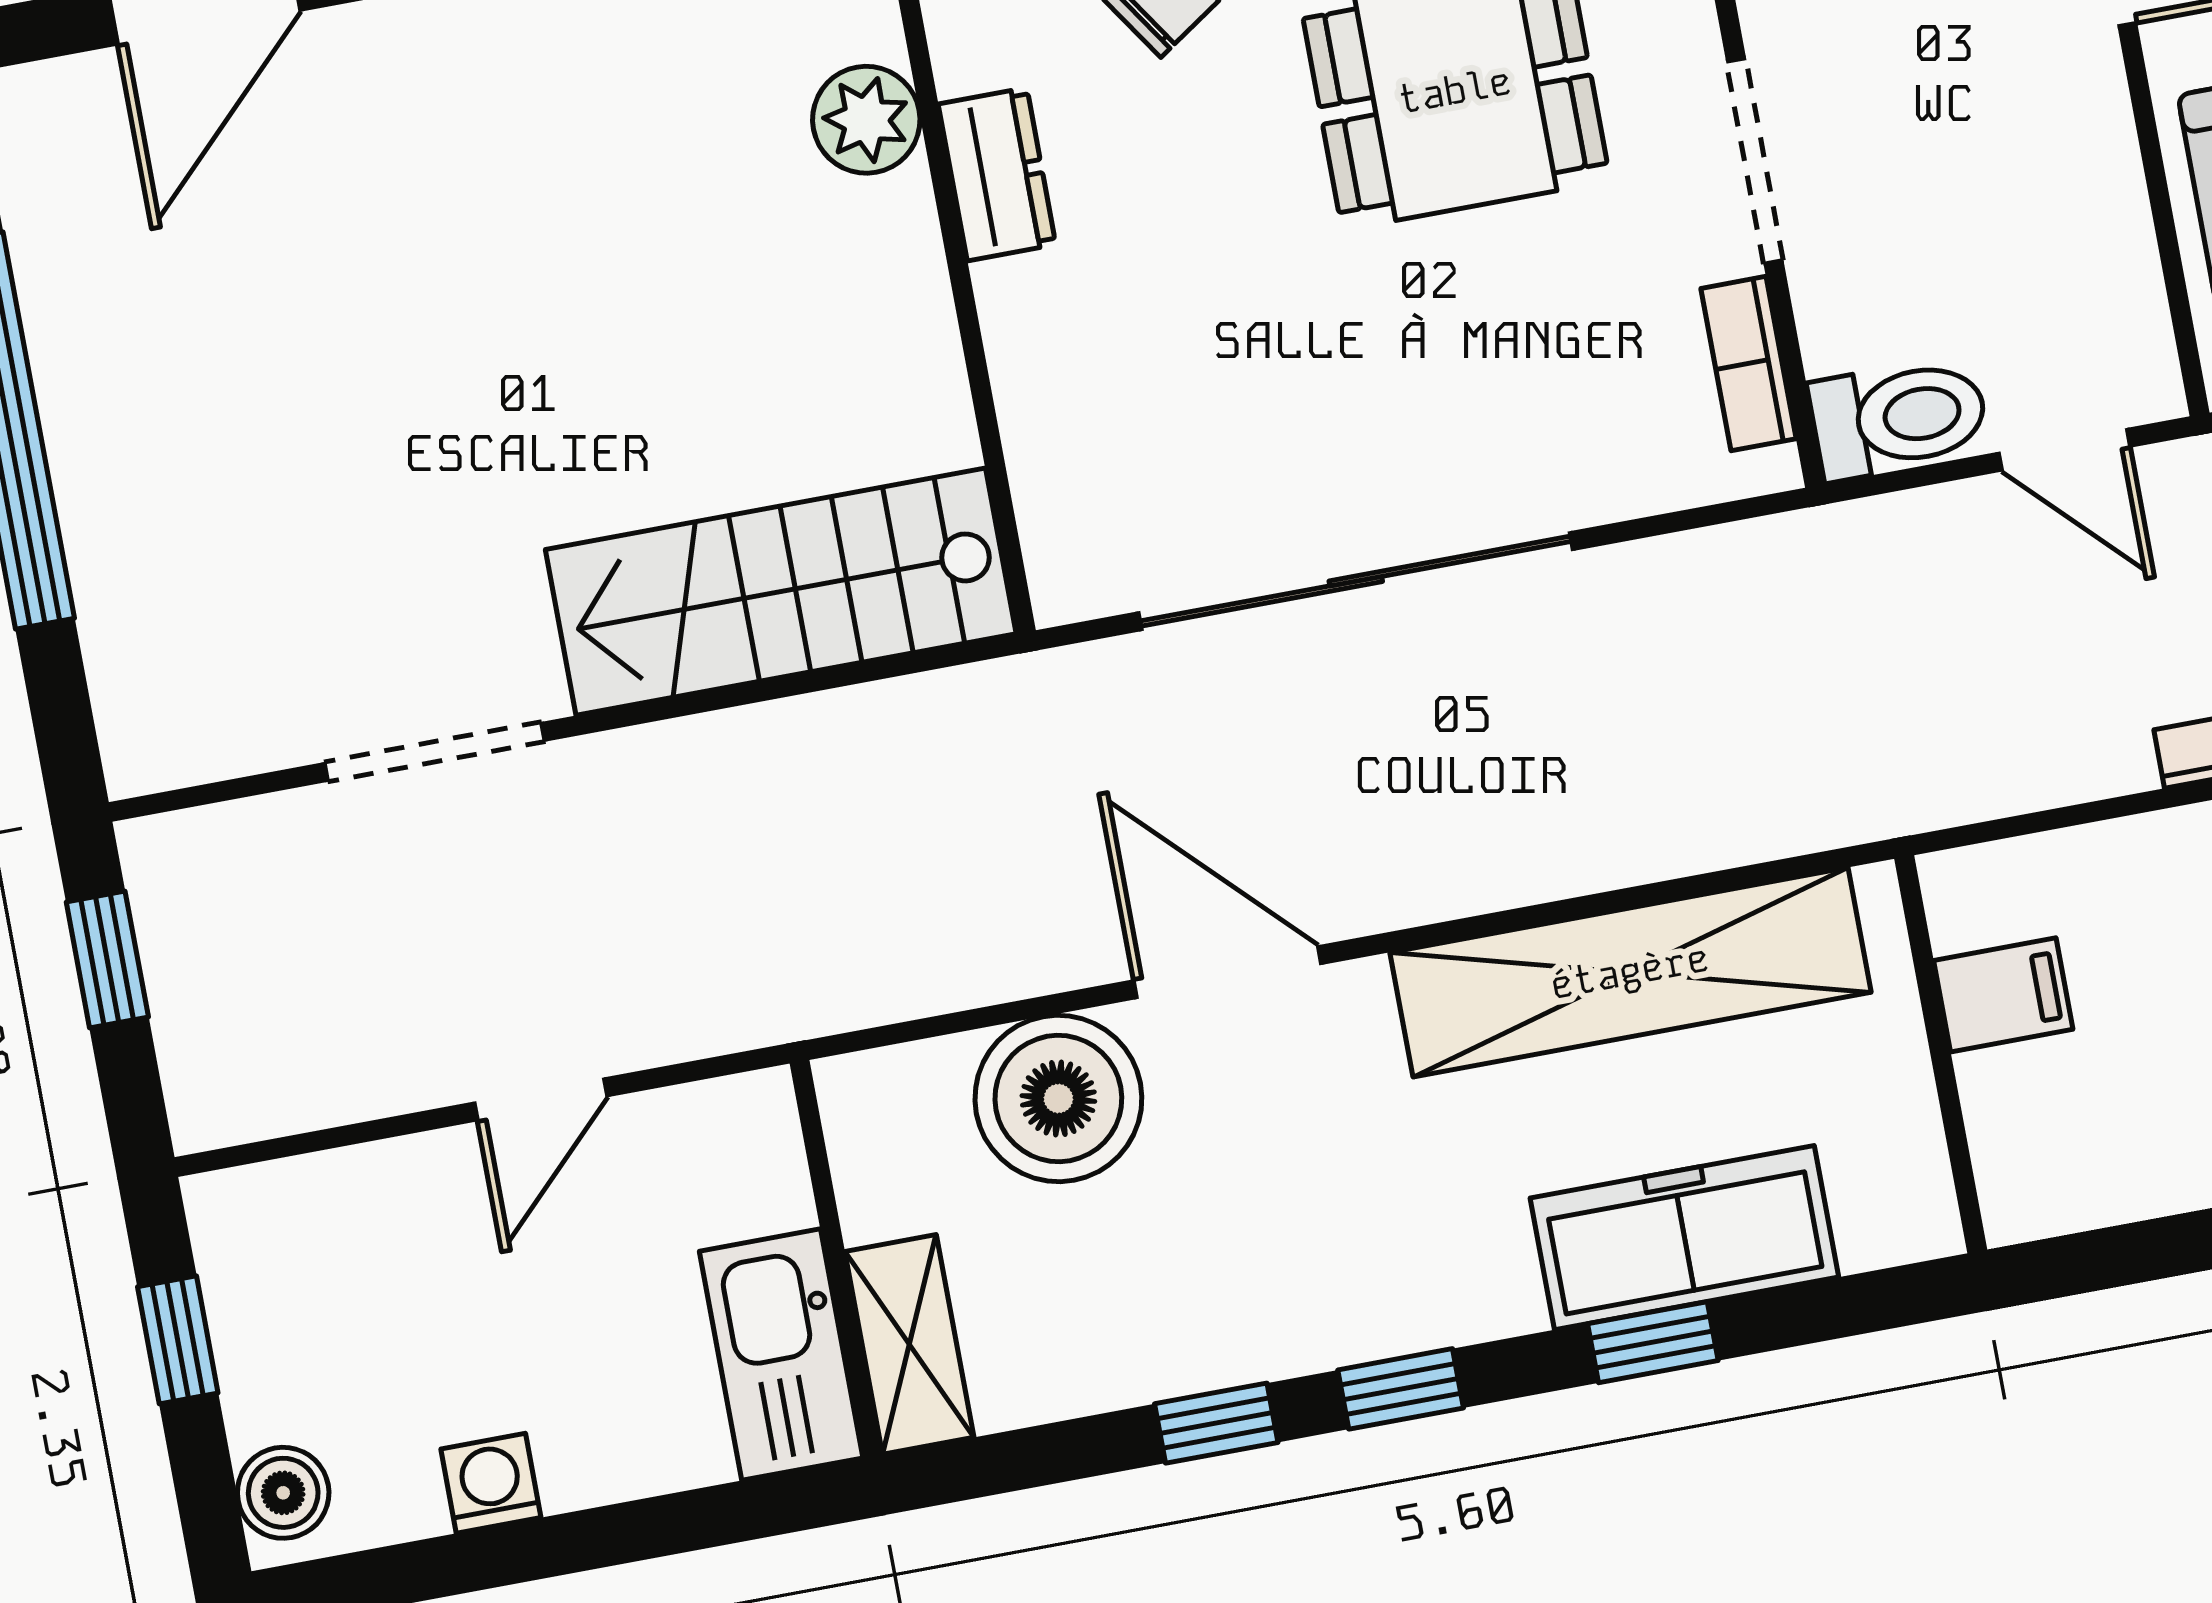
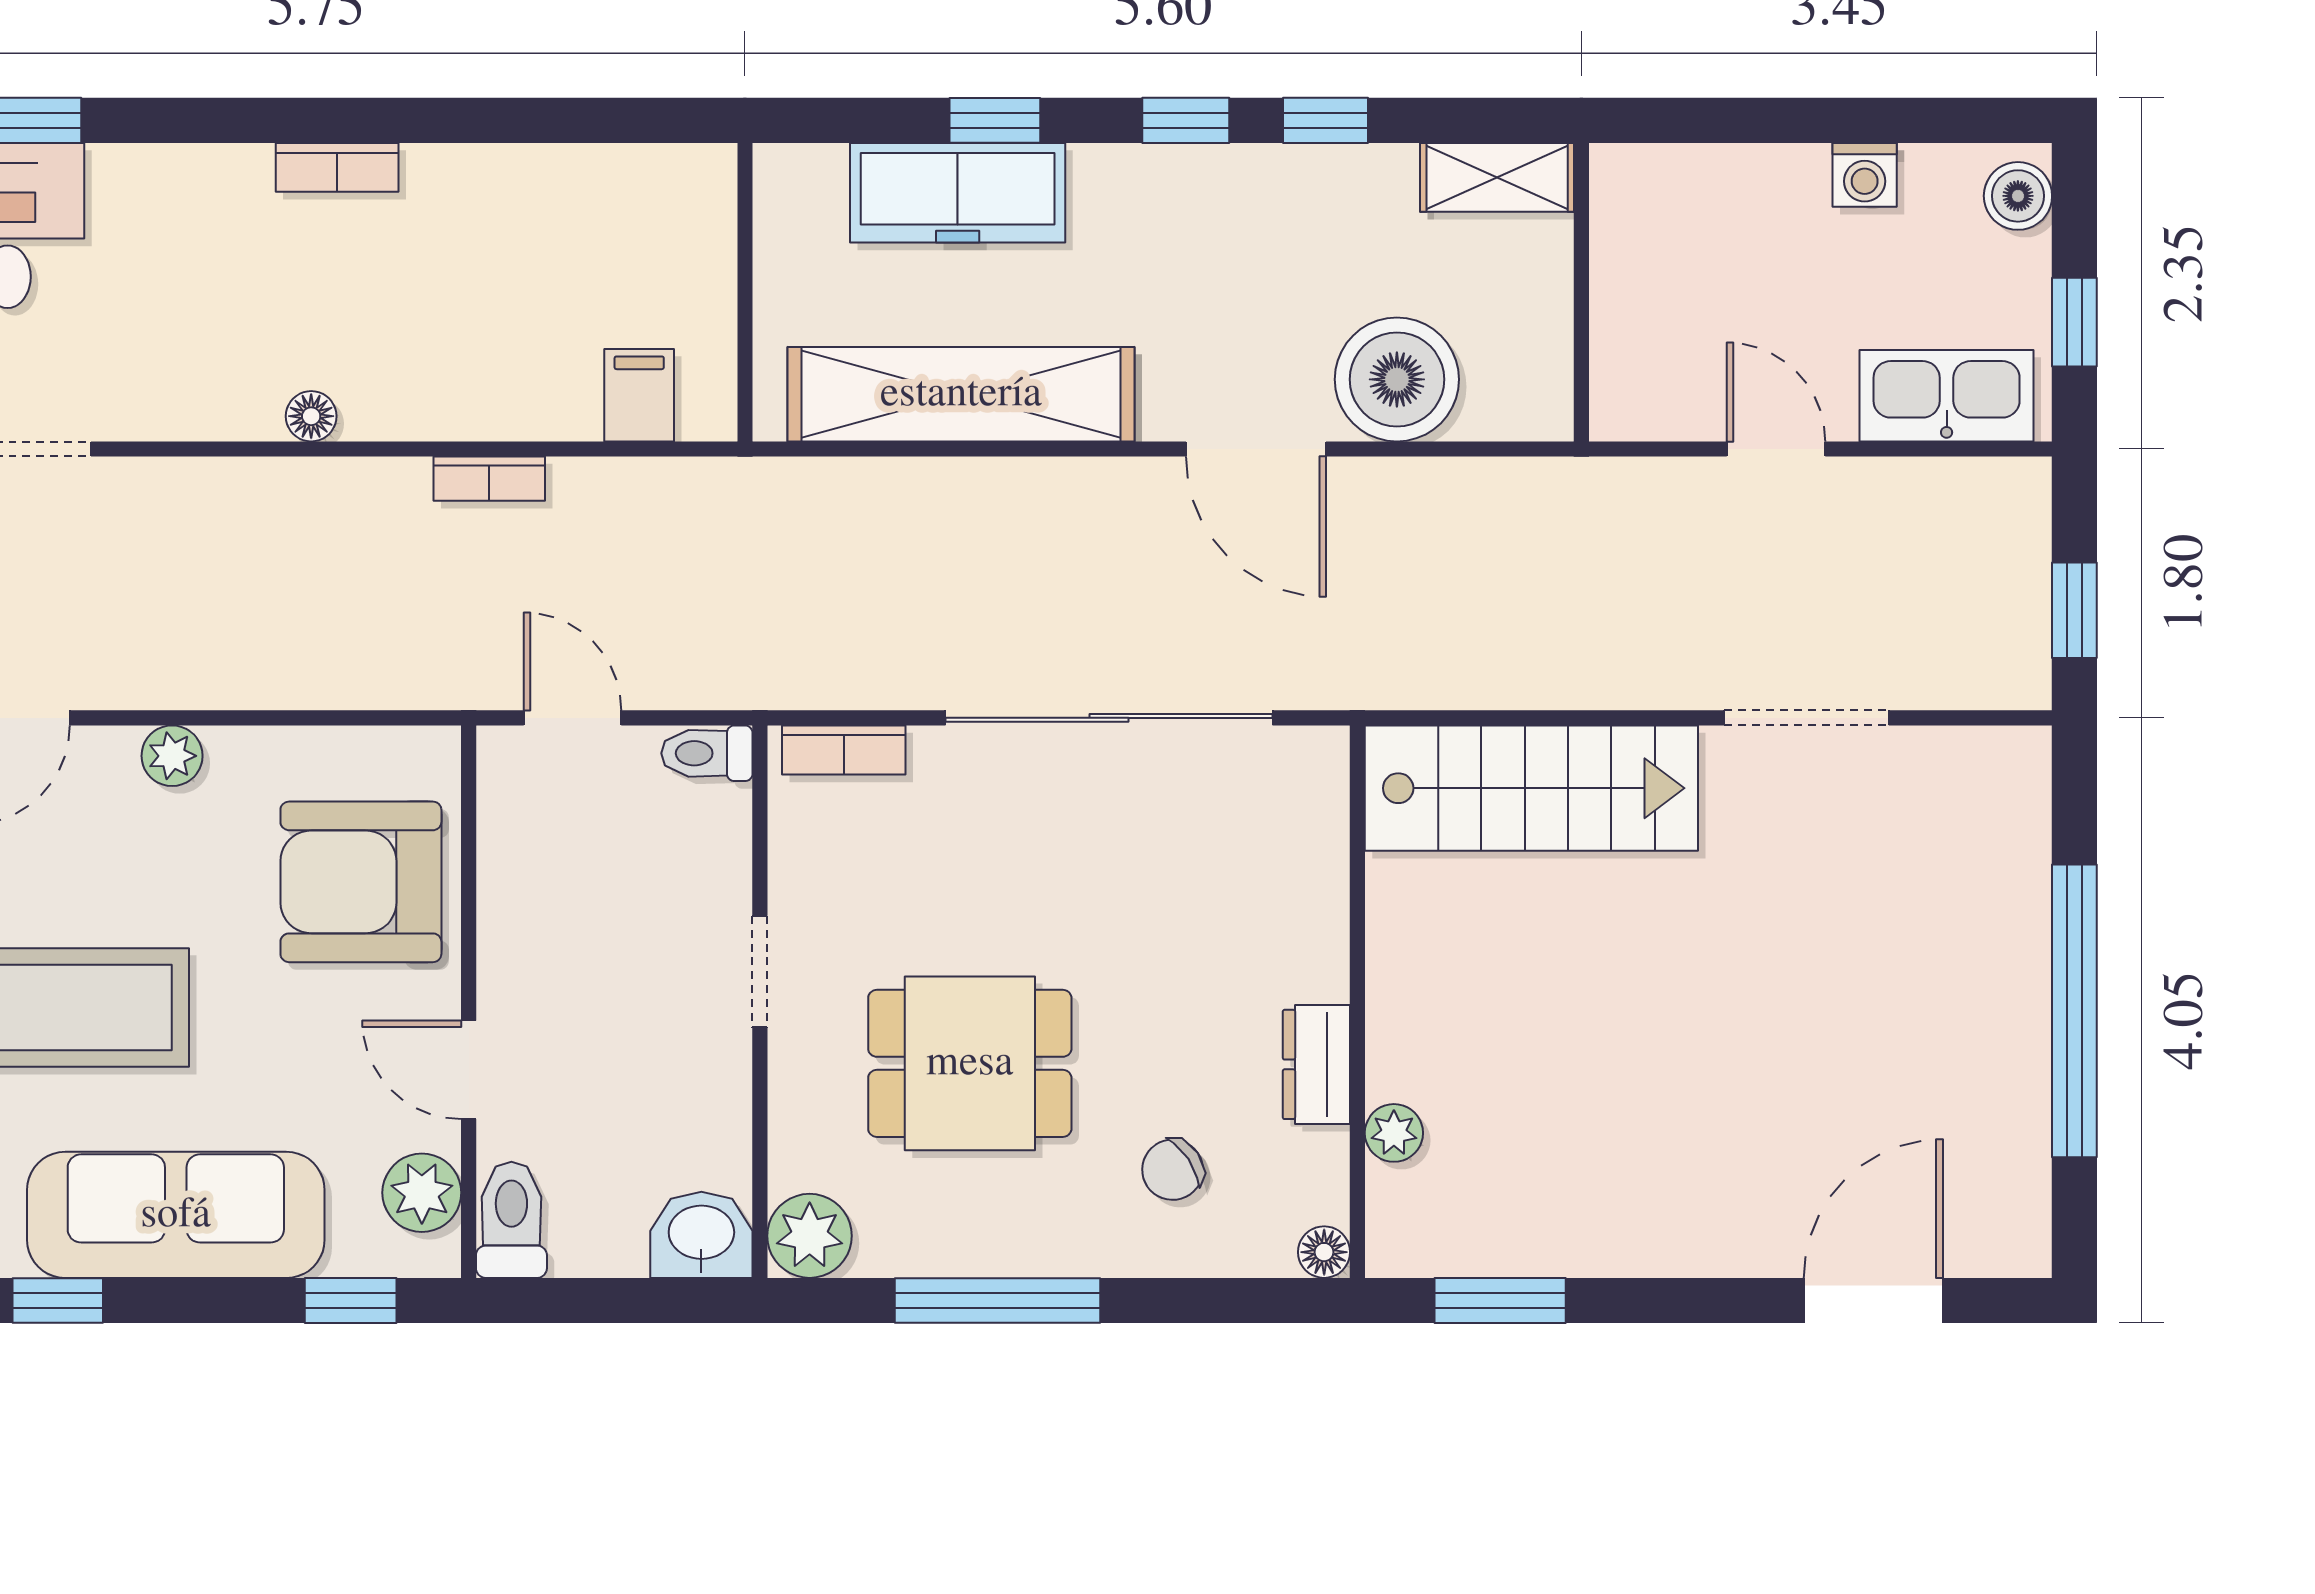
plant: (866, 120) -> (1394, 1133), width x0.73, depth x0.73
doorway: (1755, 161) -> (760, 971), width x0.73
bookcase: (1748, 364) -> (844, 750), moved, turned 90
toilet: (1899, 418) -> (707, 753), width x0.73, depth x0.72
filing cabinet: (2003, 995) -> (639, 395), moved, turned 90
door: (541, 1099) -> (1776, 449), hinge flipped
shelving: (909, 1344) -> (1497, 177), moved, turned 90
kitchen sink: (781, 1355) -> (1947, 396), moved, turned -90

